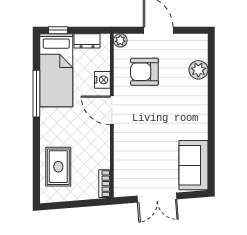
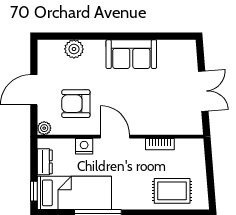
armchair: (144, 72) -> (76, 104), turned 90
door: (112, 110) -> (115, 137), swing flipped
sofa: (193, 165) -> (131, 54), moved
bookcase: (104, 184) -> (160, 144), moved

